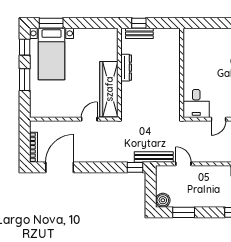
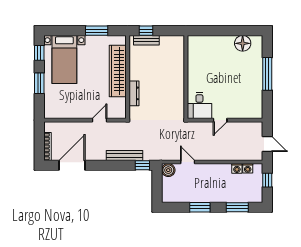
window: (51, 23) -> (97, 31), moved
dresser: (126, 68) -> (134, 93), moved
wardrobe: (109, 89) -> (118, 71), moved
bench: (154, 157) -> (125, 156), moved
boiler: (163, 200) -> (168, 170), moved
window: (184, 212) -> (200, 207), moved

